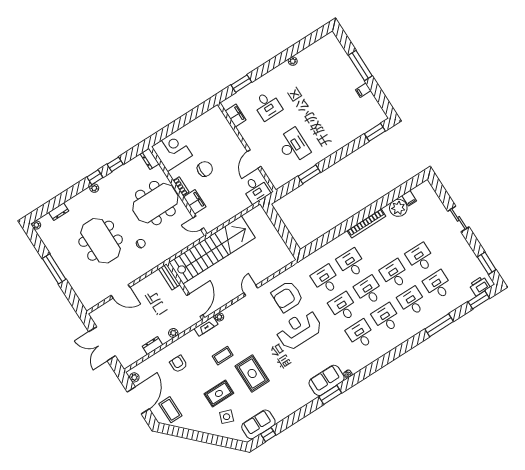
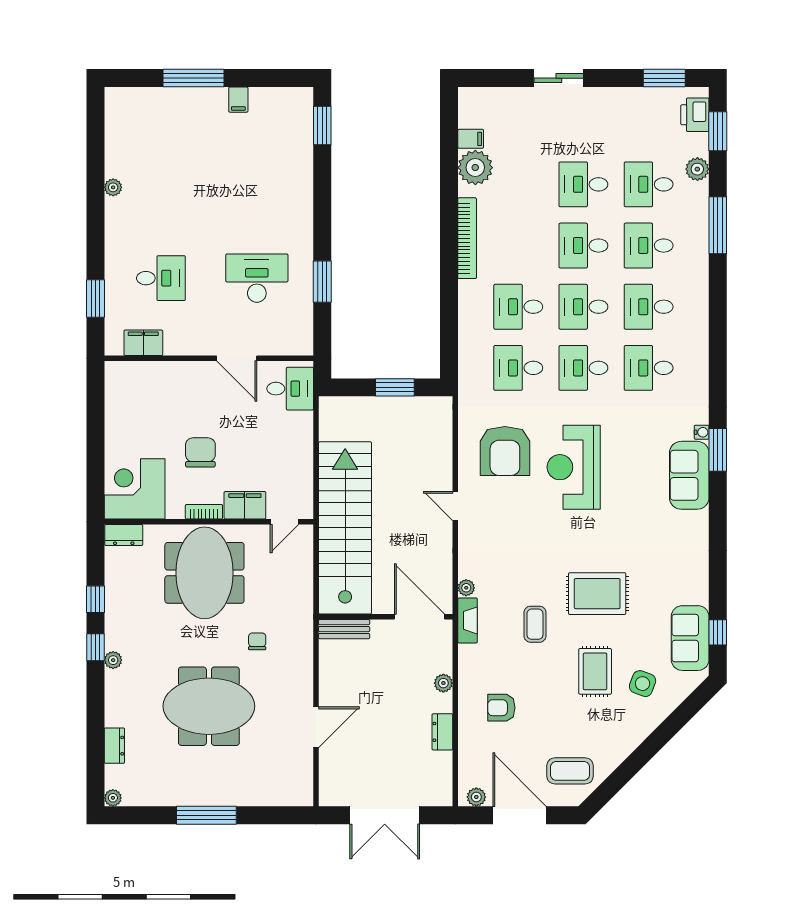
window: (284, 233) -> (395, 387), added
plant: (457, 302) -> (697, 169), added
window: (330, 395) -> (718, 450), moved

